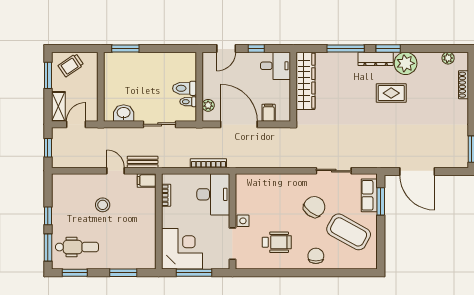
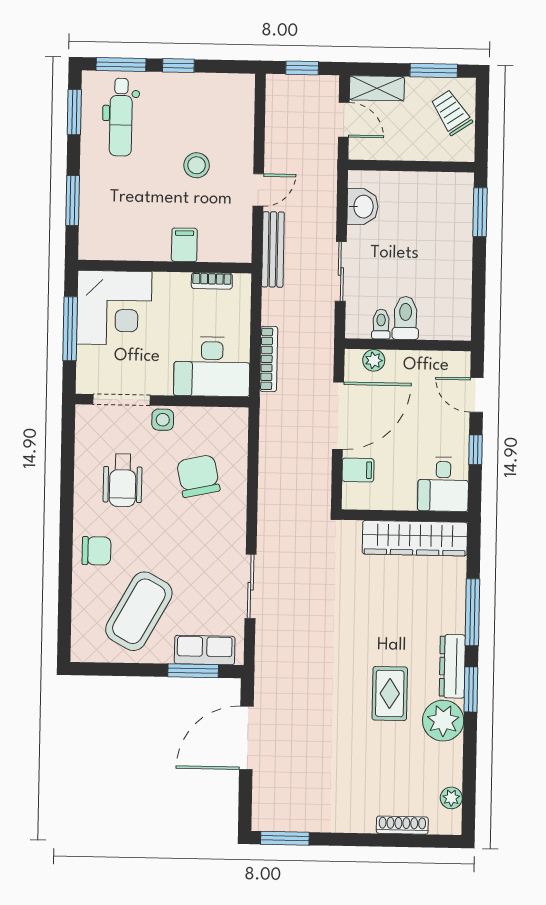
bench: (143, 162) -> (273, 249), width x1.36
filing cabinet: (147, 181) -> (184, 245), moved
chair: (314, 207) -> (198, 476), moved, turned -139

